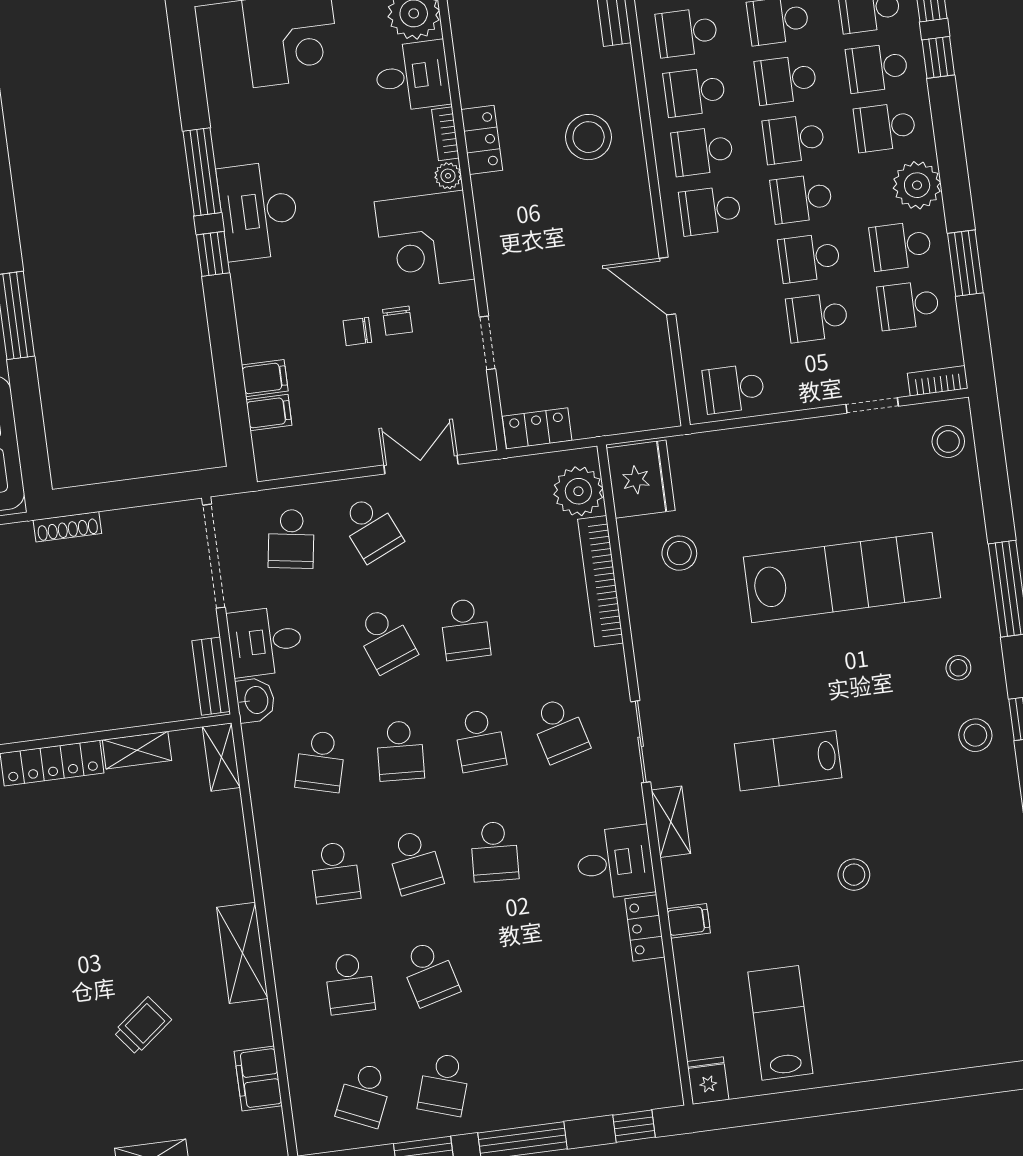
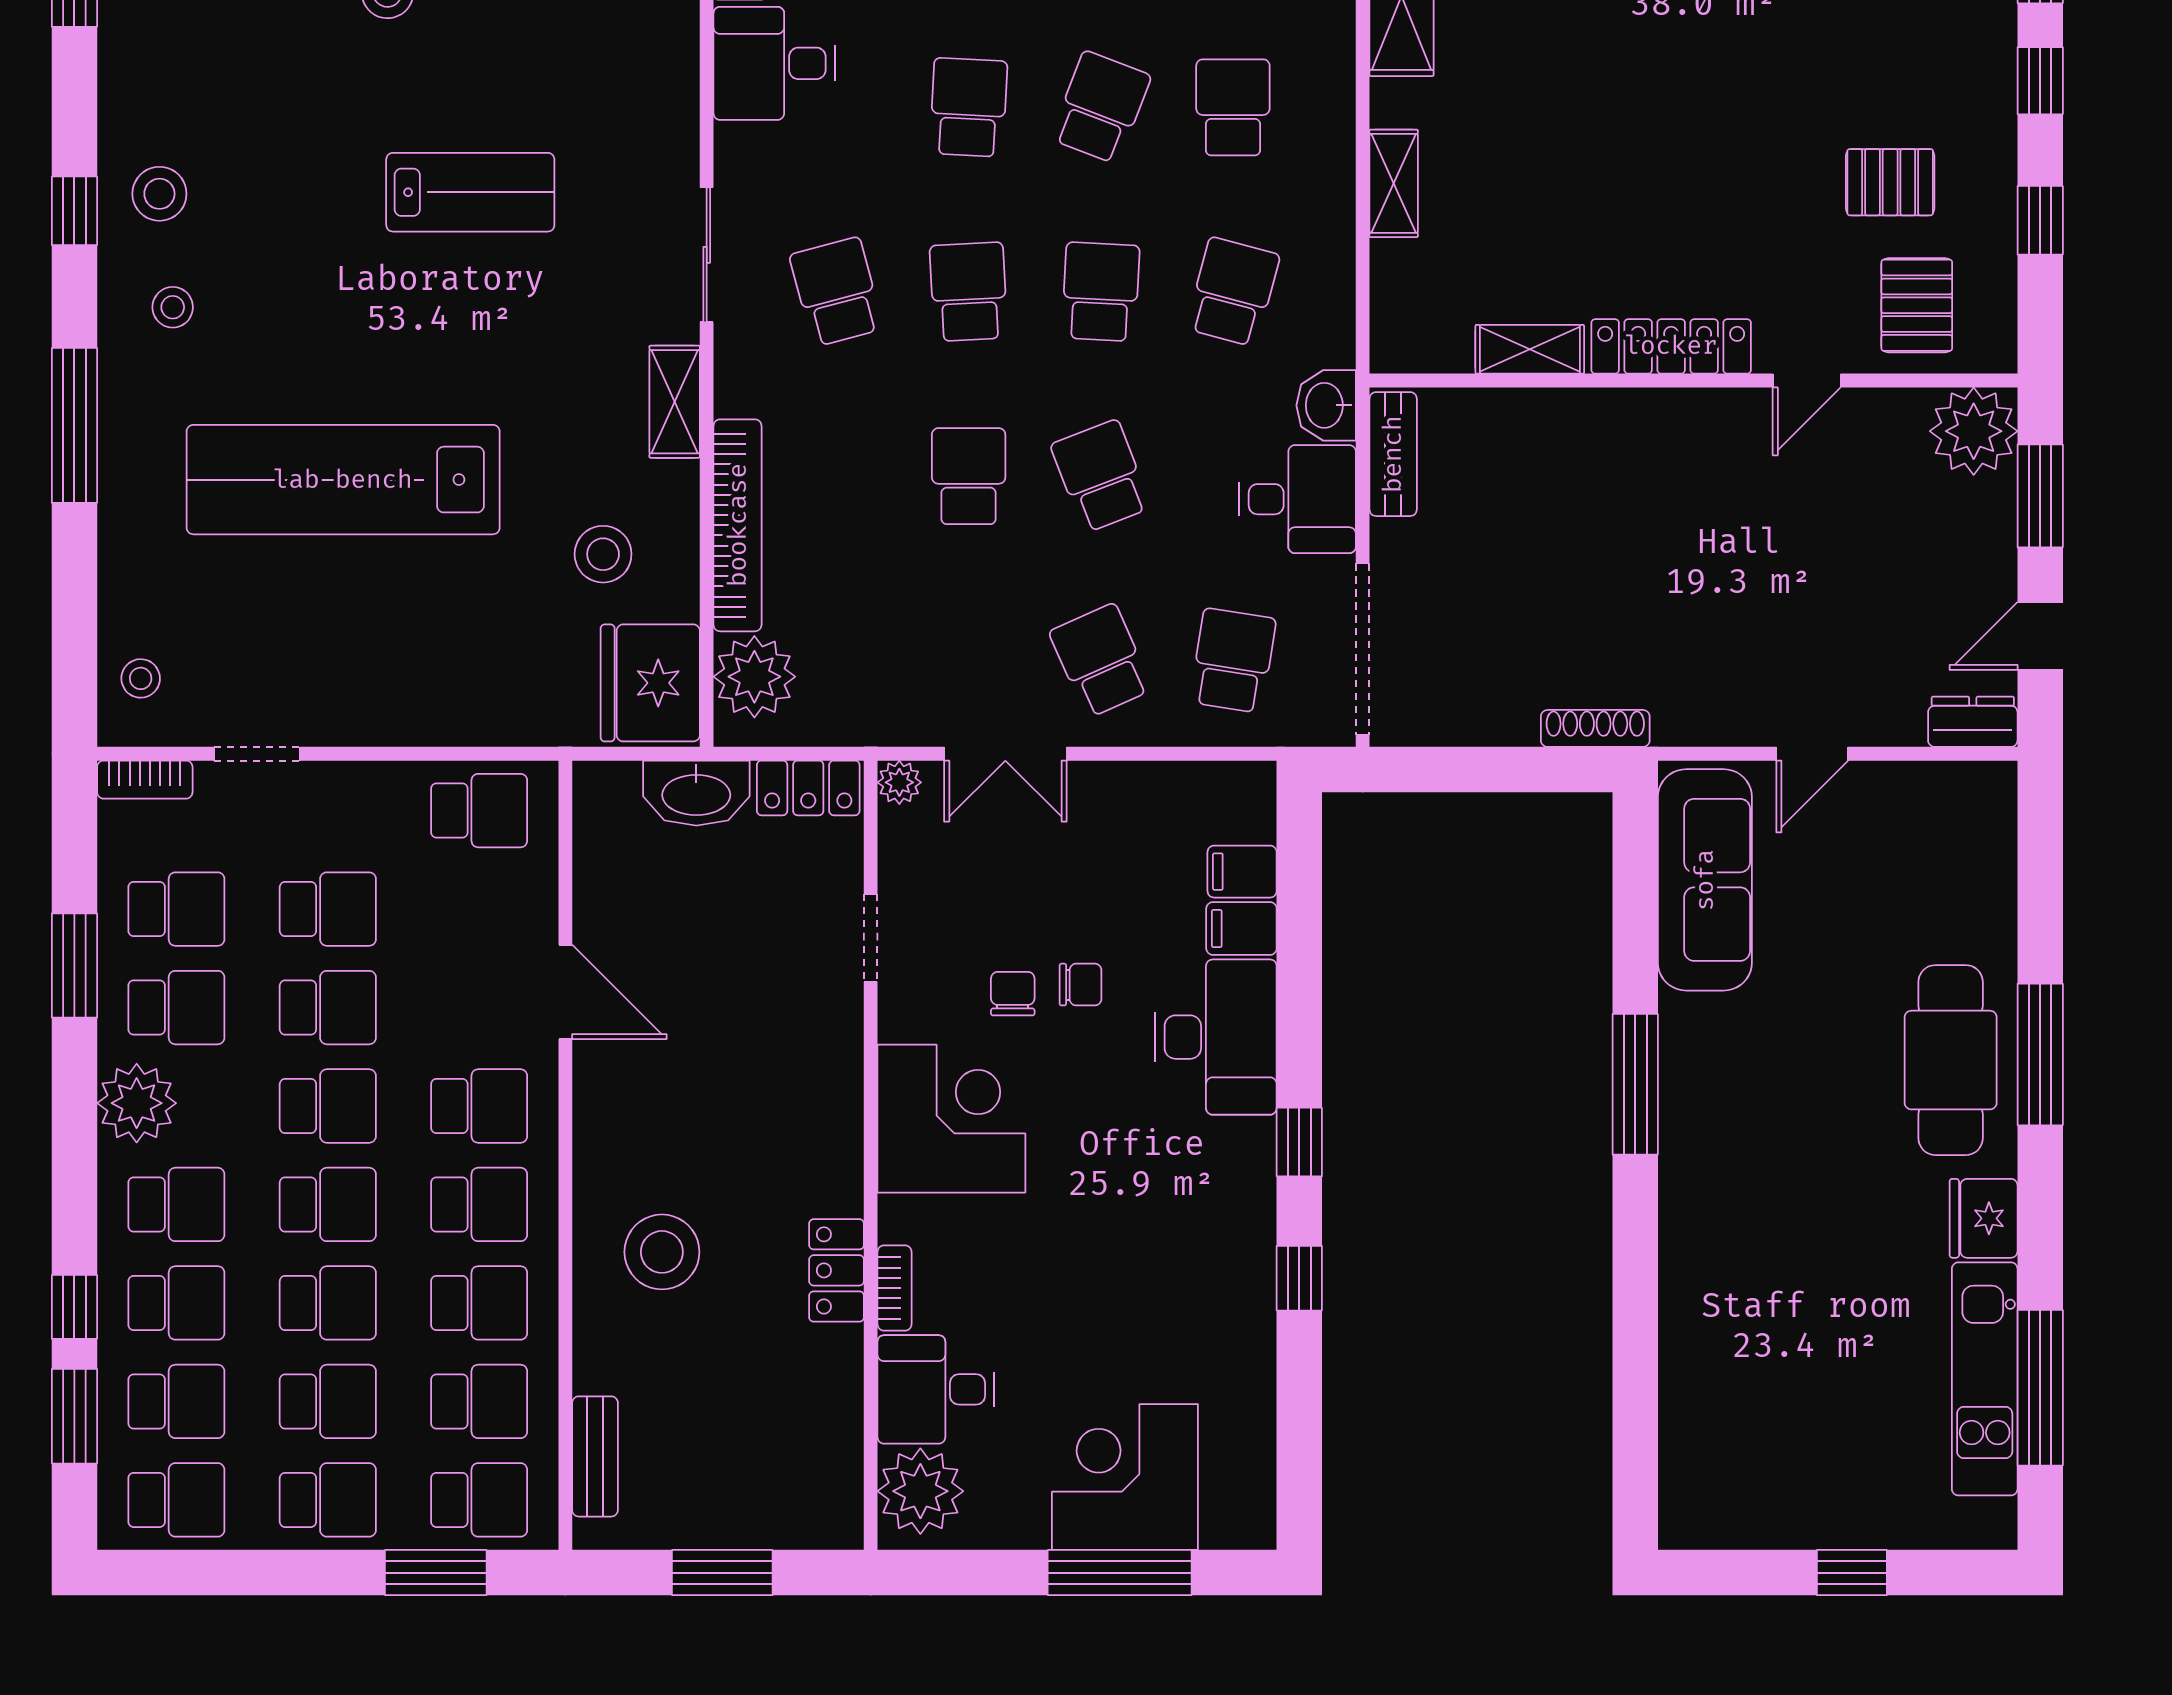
window: (202, 172) -> (1299, 1278), width x0.46
plant: (448, 176) -> (899, 782), moved
desk: (259, 211) -> (1216, 1037), moved
washbasin: (604, 416) -> (696, 793), added
stool: (948, 441) -> (141, 678), width x0.73, depth x0.73
shelving: (221, 757) -> (1394, 183), moved
shelving: (671, 822) -> (675, 402), moved
school desk: (415, 862) -> (1101, 107), turned 30

